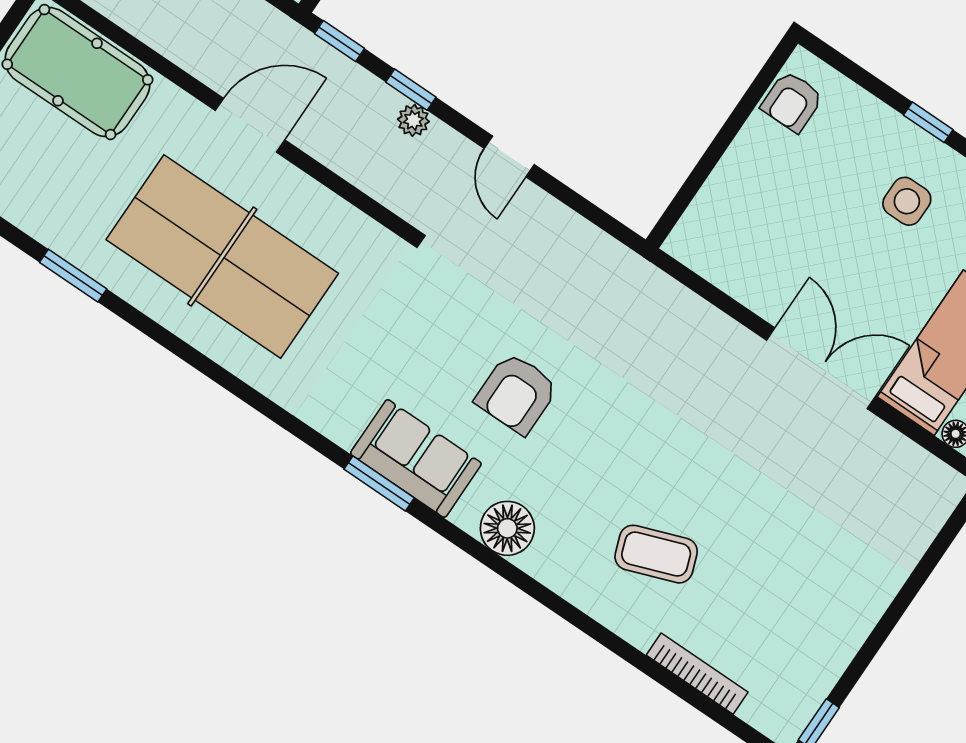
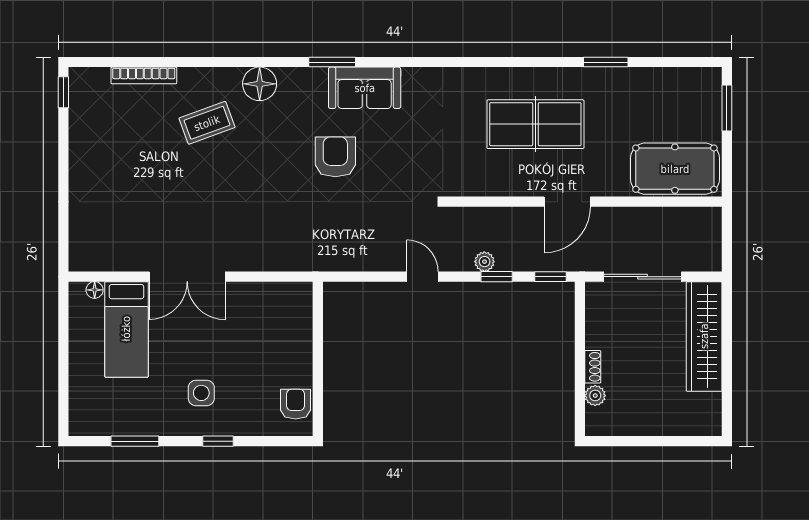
table tennis table: (222, 257) -> (535, 124), width x0.73, depth x0.76
window: (379, 484) -> (332, 62), moved
floor lamp: (507, 528) -> (260, 84), moved

